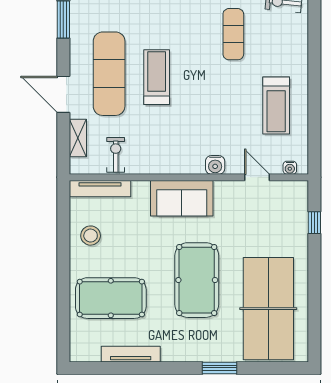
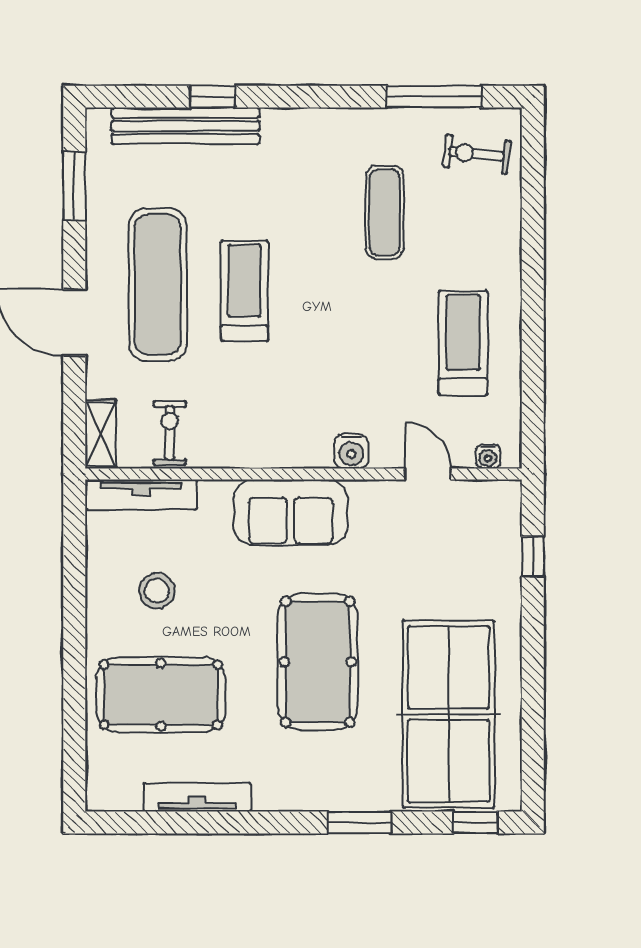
treadmill: (276, 106) -> (463, 343), turned 180
shelving: (78, 138) -> (101, 434), moved
stool: (91, 236) -> (157, 591), moved
window: (283, 368) -> (476, 822), added

